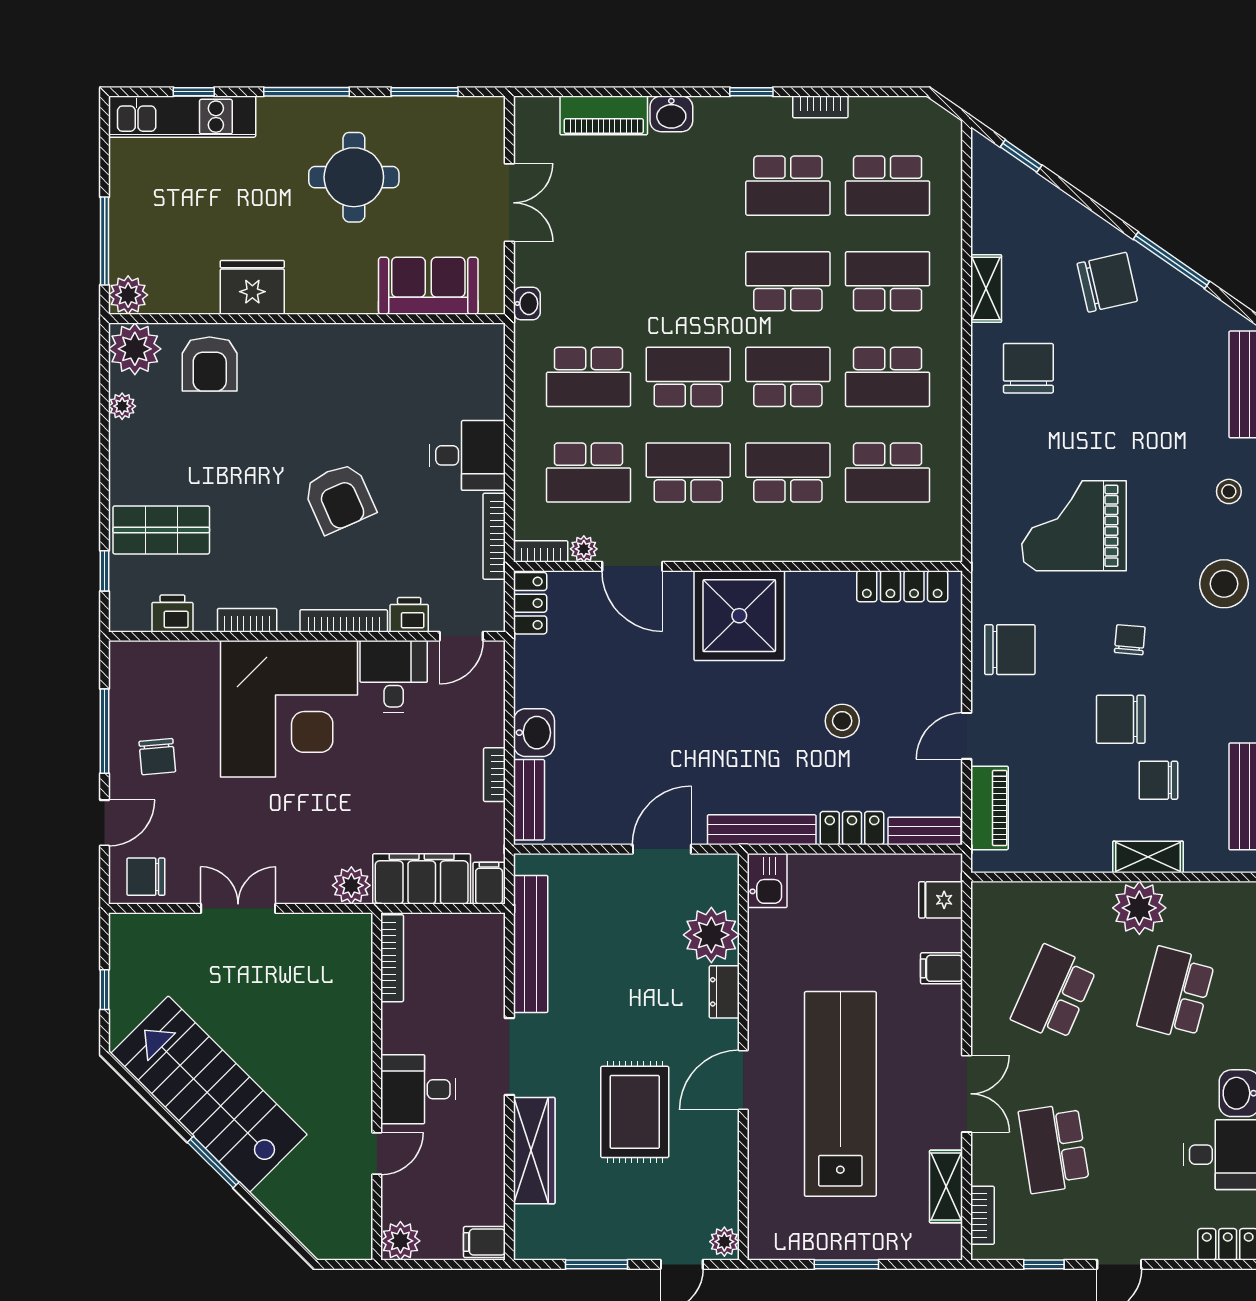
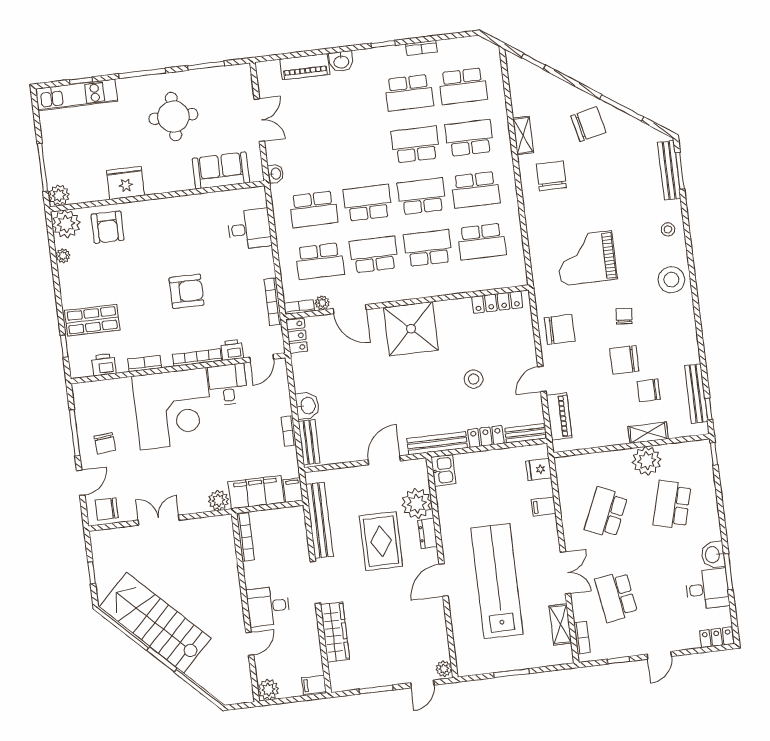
desk: (468, 455) -> (250, 229), moved
armchair: (339, 498) -> (187, 291), turned -66
rug: (635, 1112) -> (381, 541), moved

